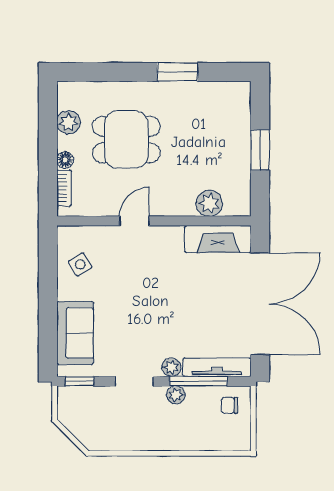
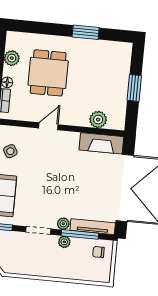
dining table: (126, 140) -> (48, 73), turned 90

